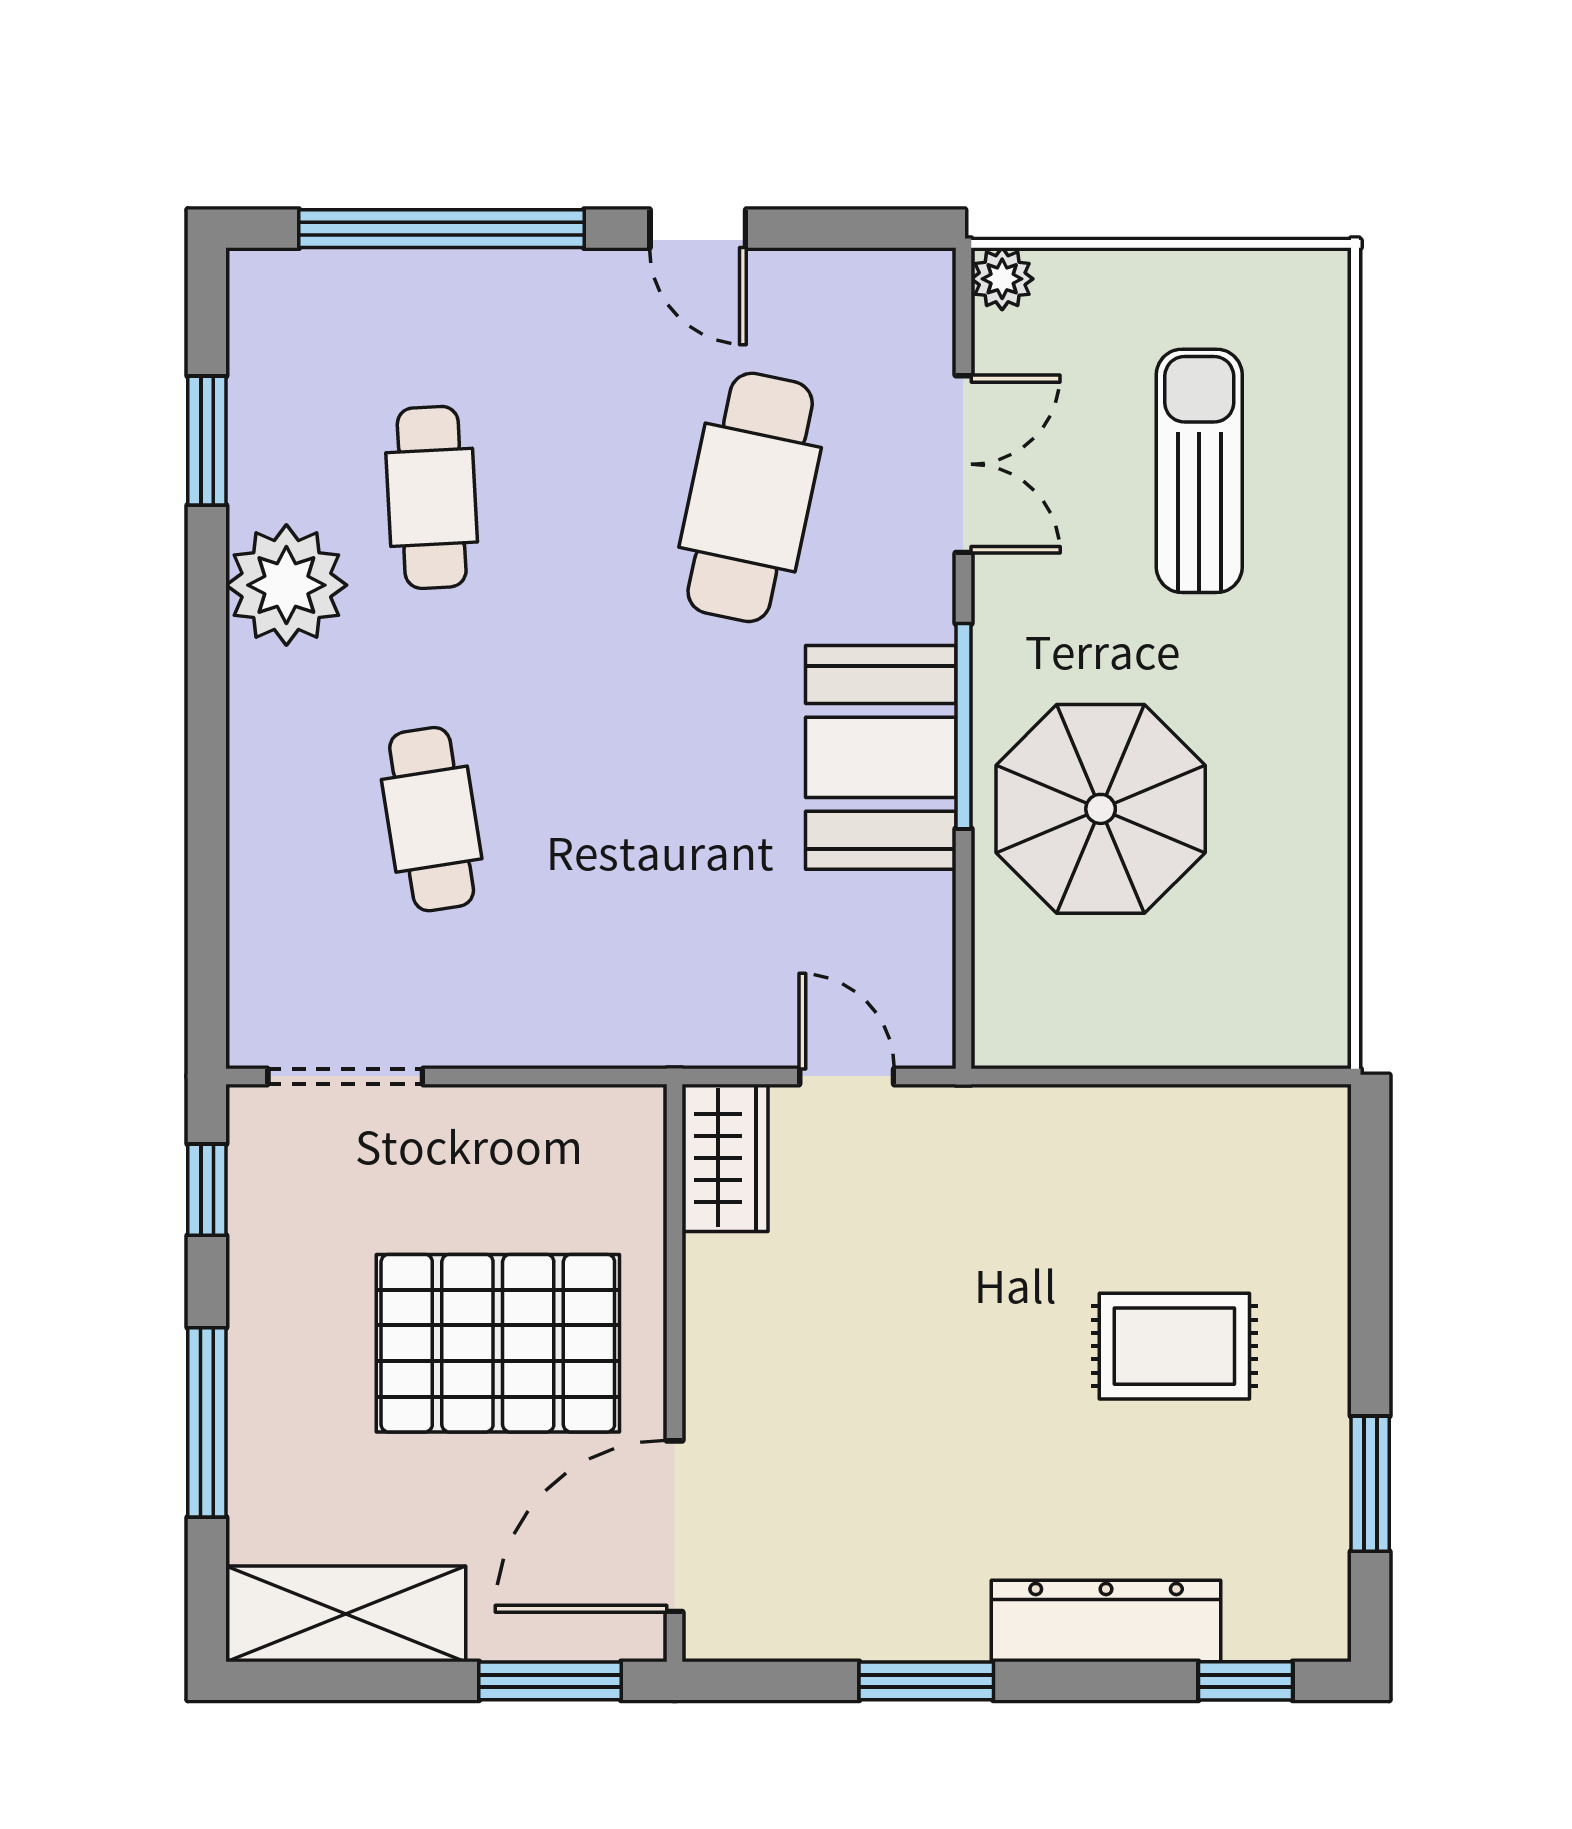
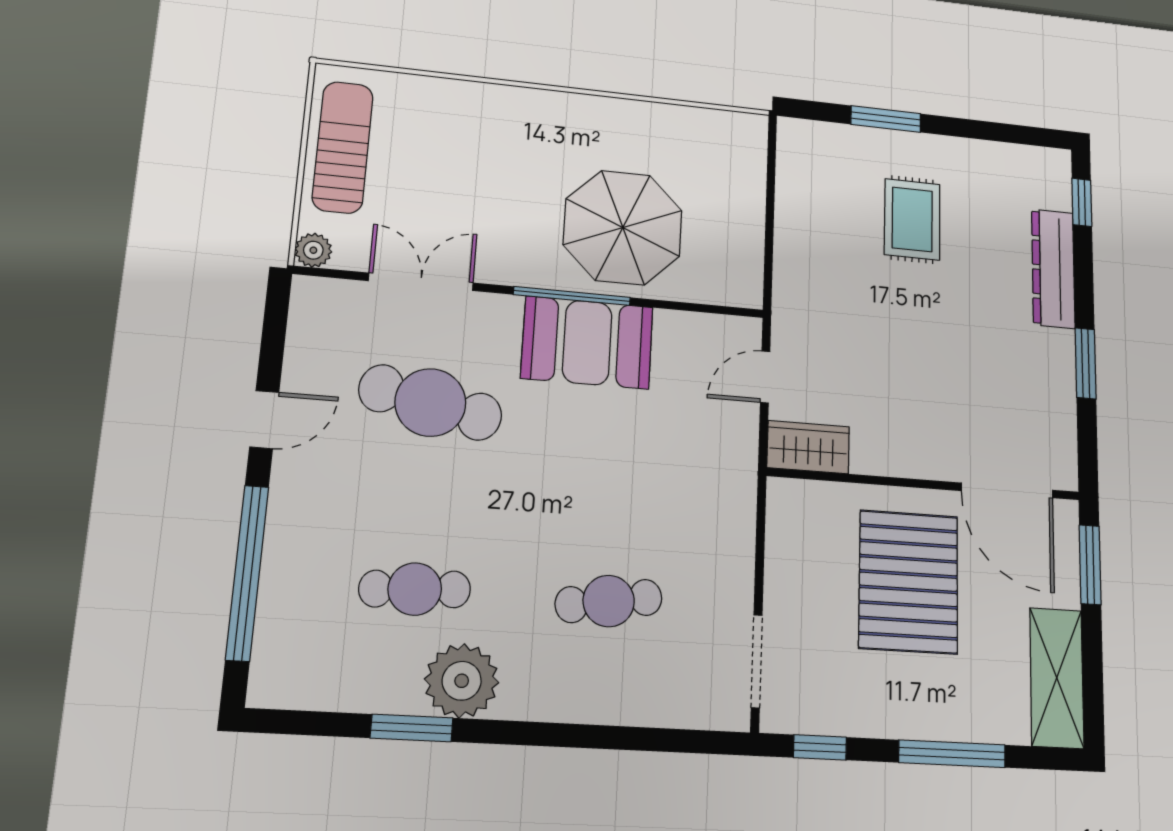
window: (207, 441) -> (412, 728), moved
sun lounger: (1199, 471) -> (343, 147), moved, turned 90
window: (1370, 1484) -> (886, 119), moved

